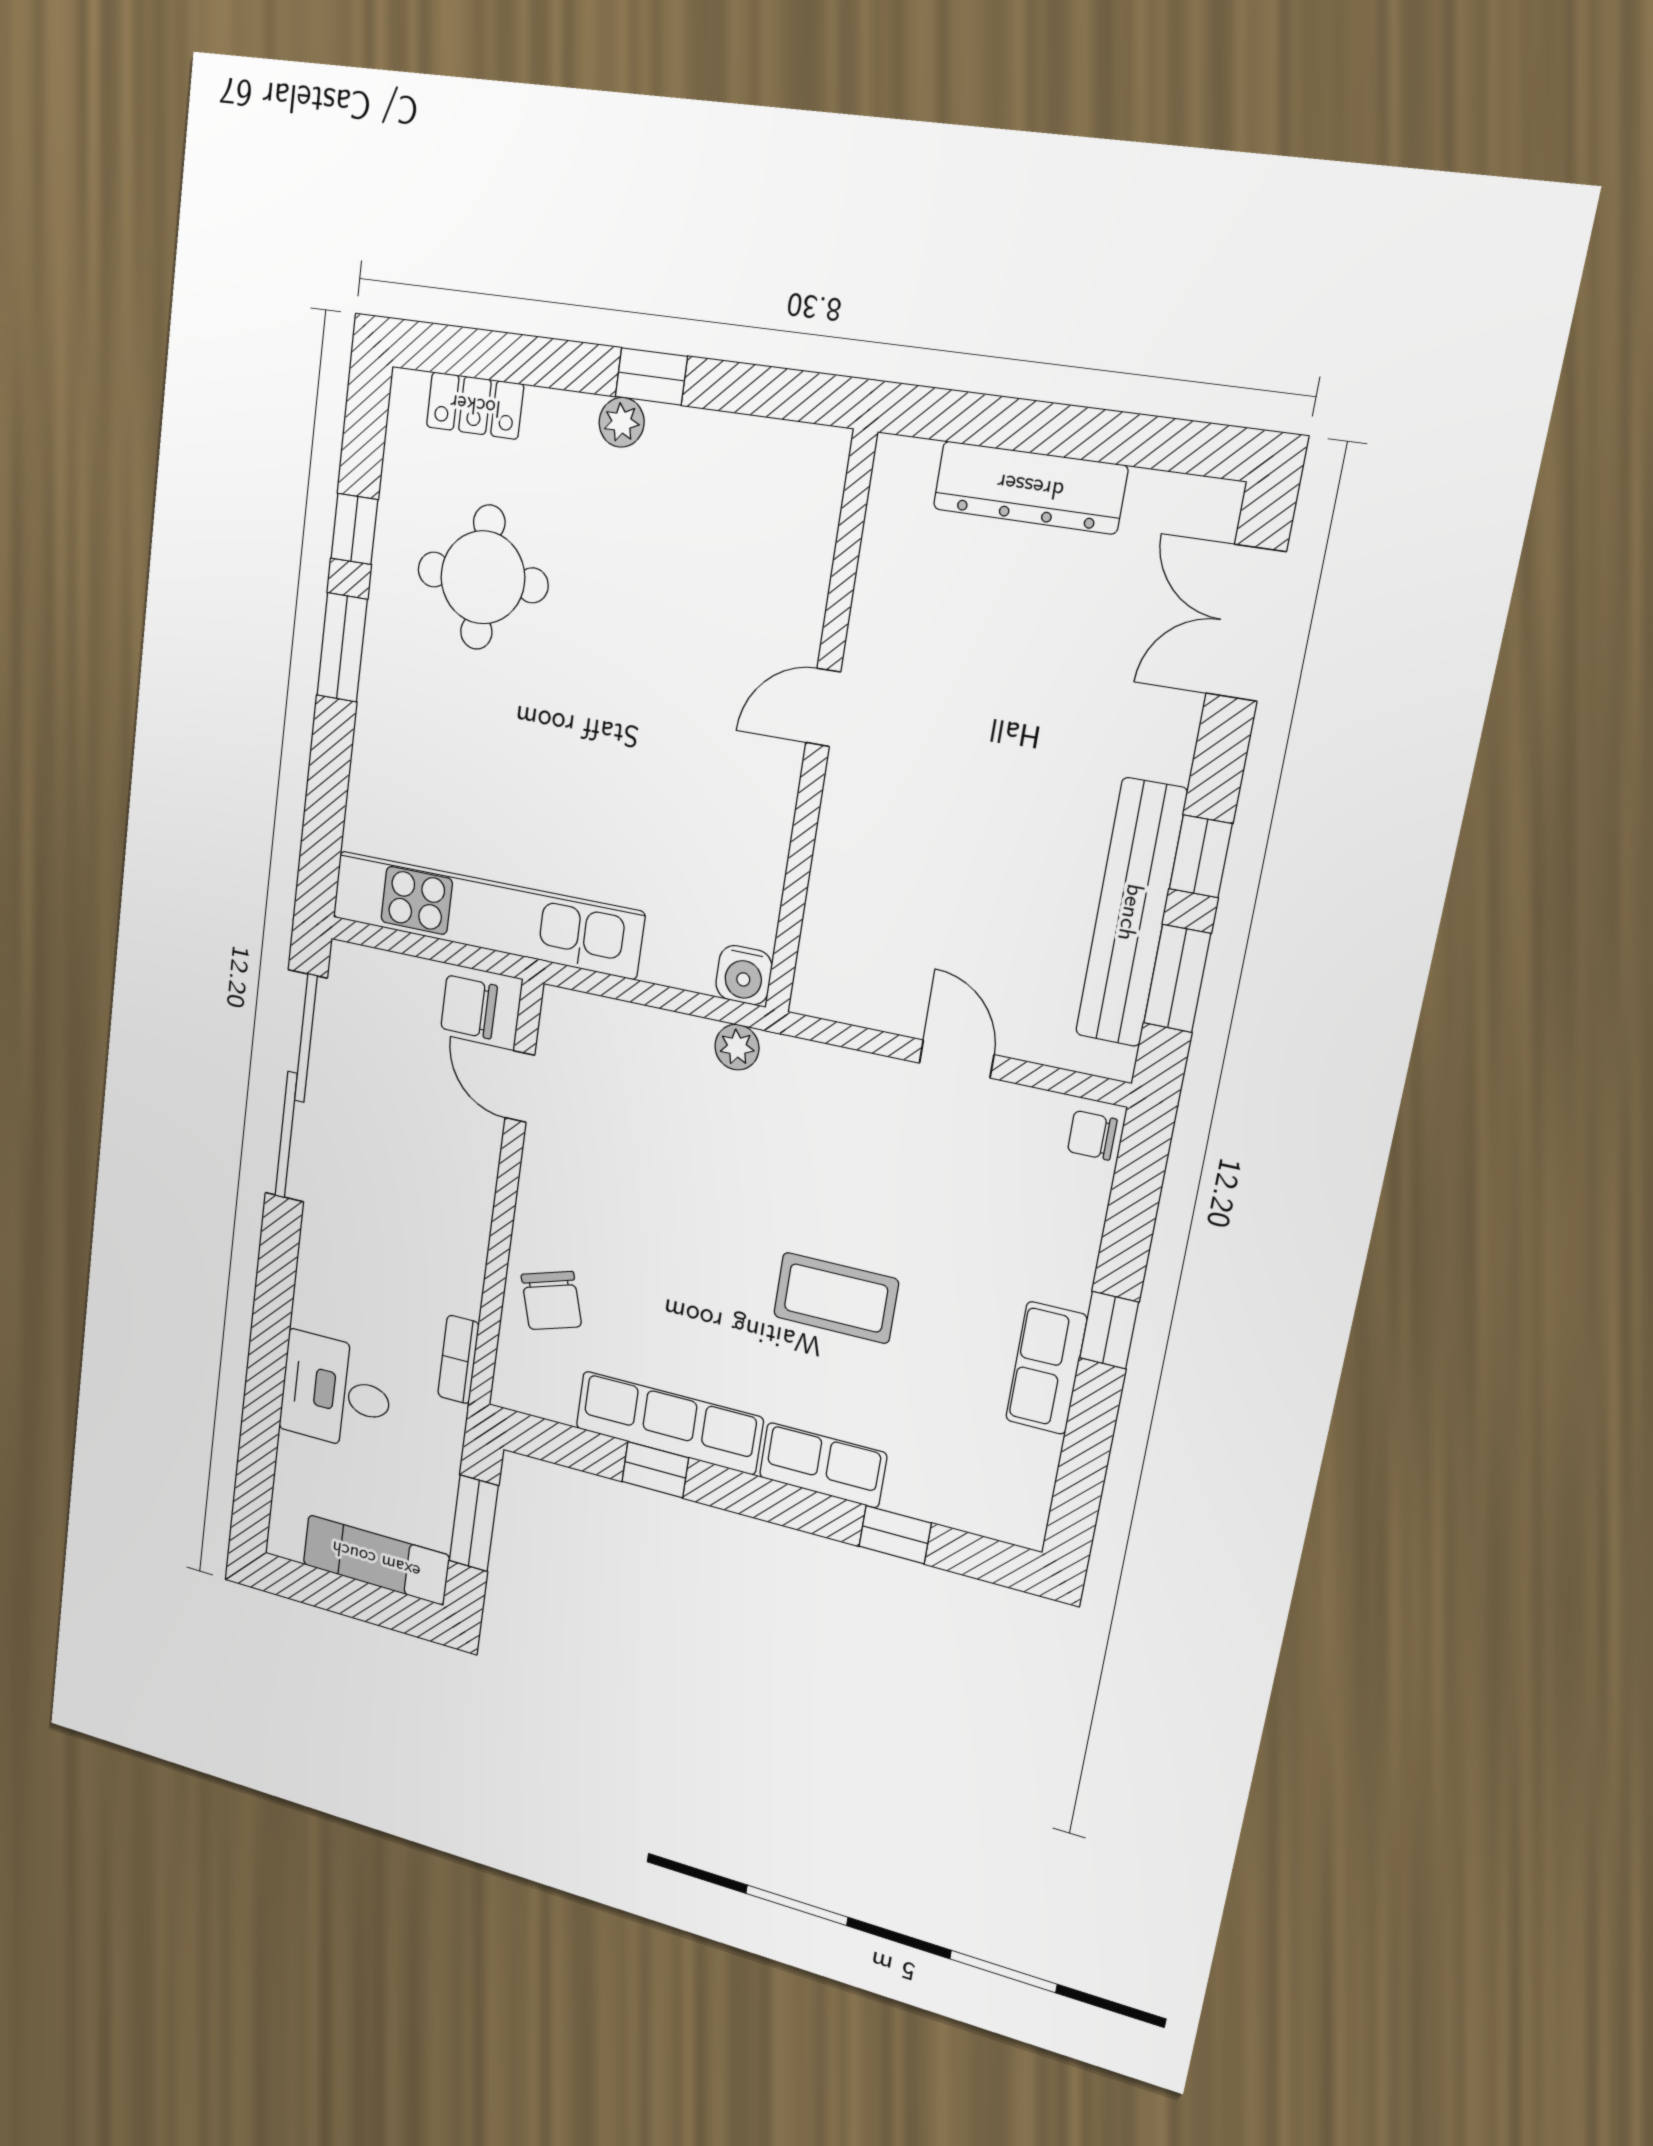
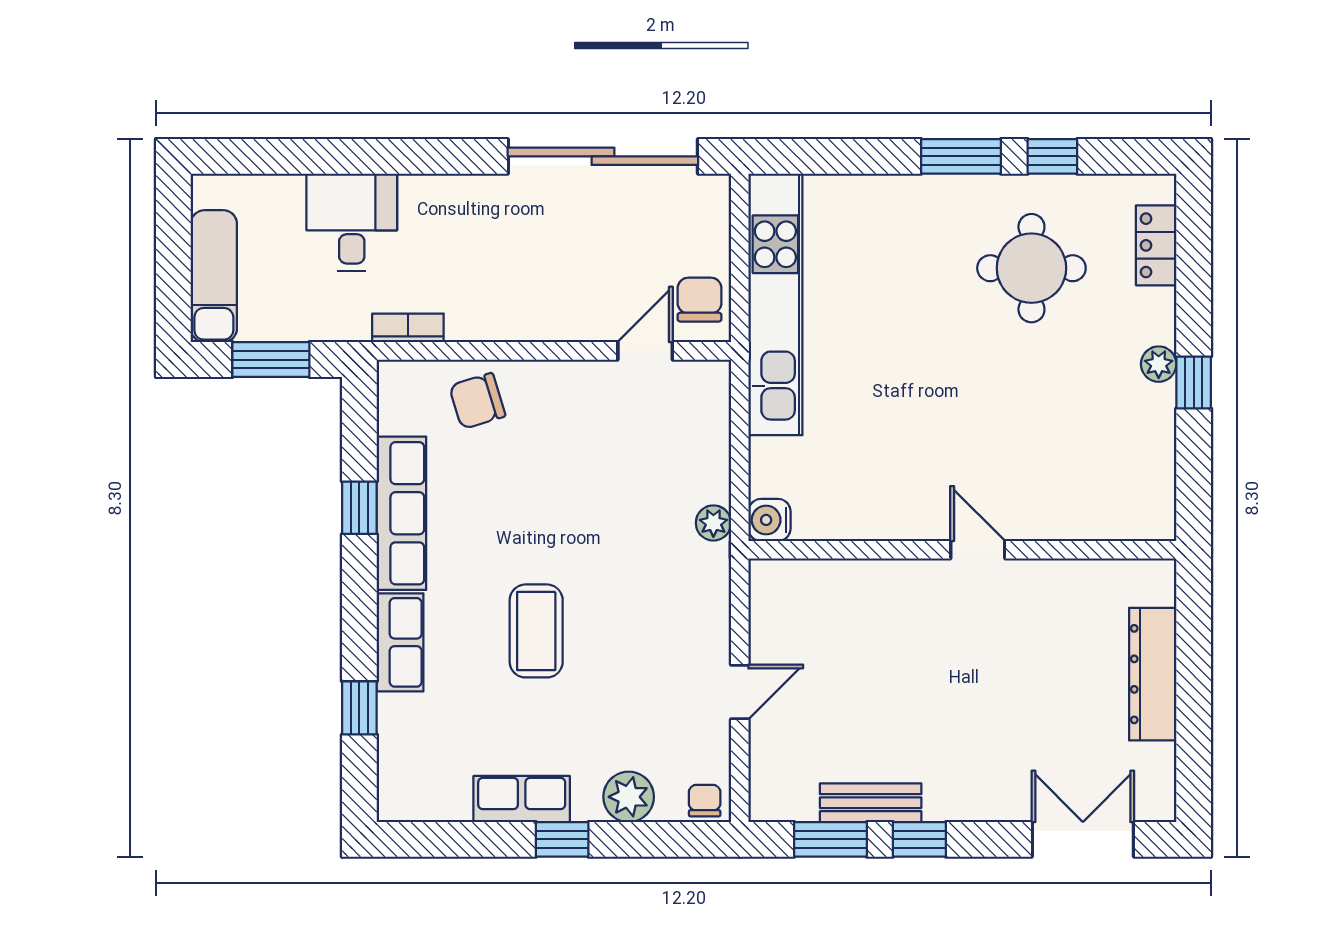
bench: (1131, 913) -> (871, 803), width x0.54, depth x0.82
plant: (1069, 1232) -> (629, 797), added

